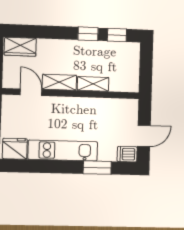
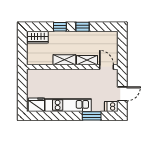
window: (117, 35) -> (60, 27), moved
door: (31, 92) -> (107, 67), moved

